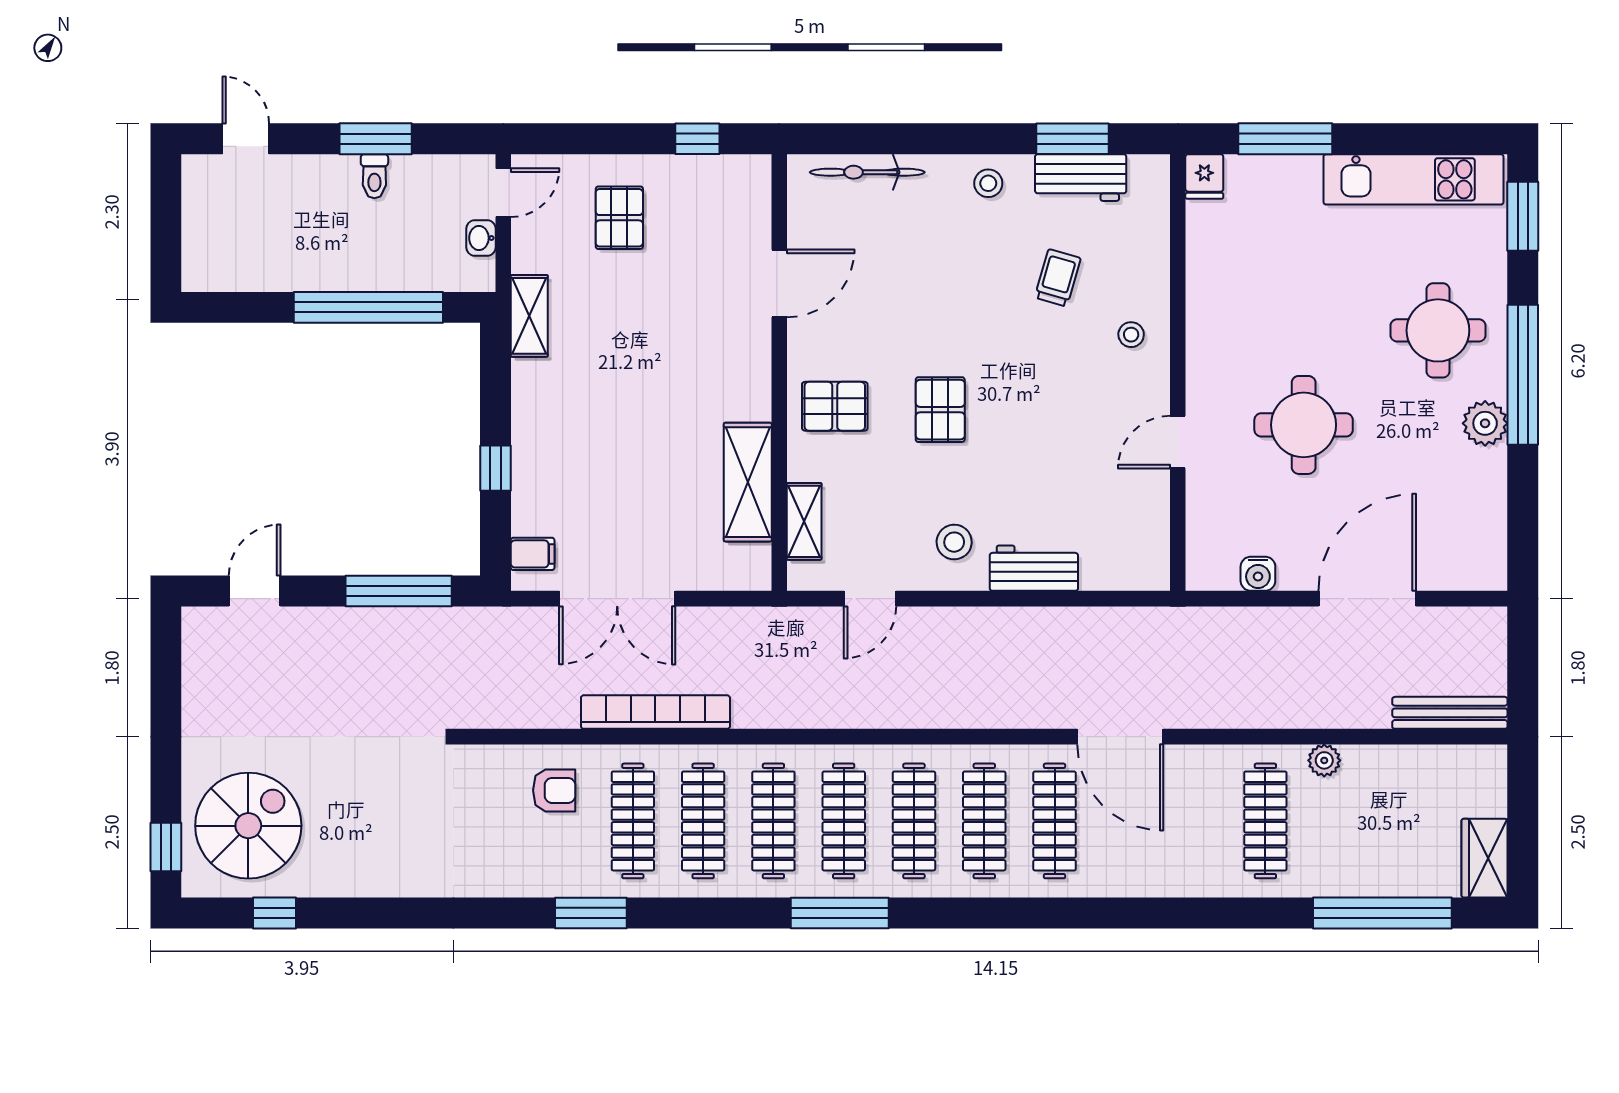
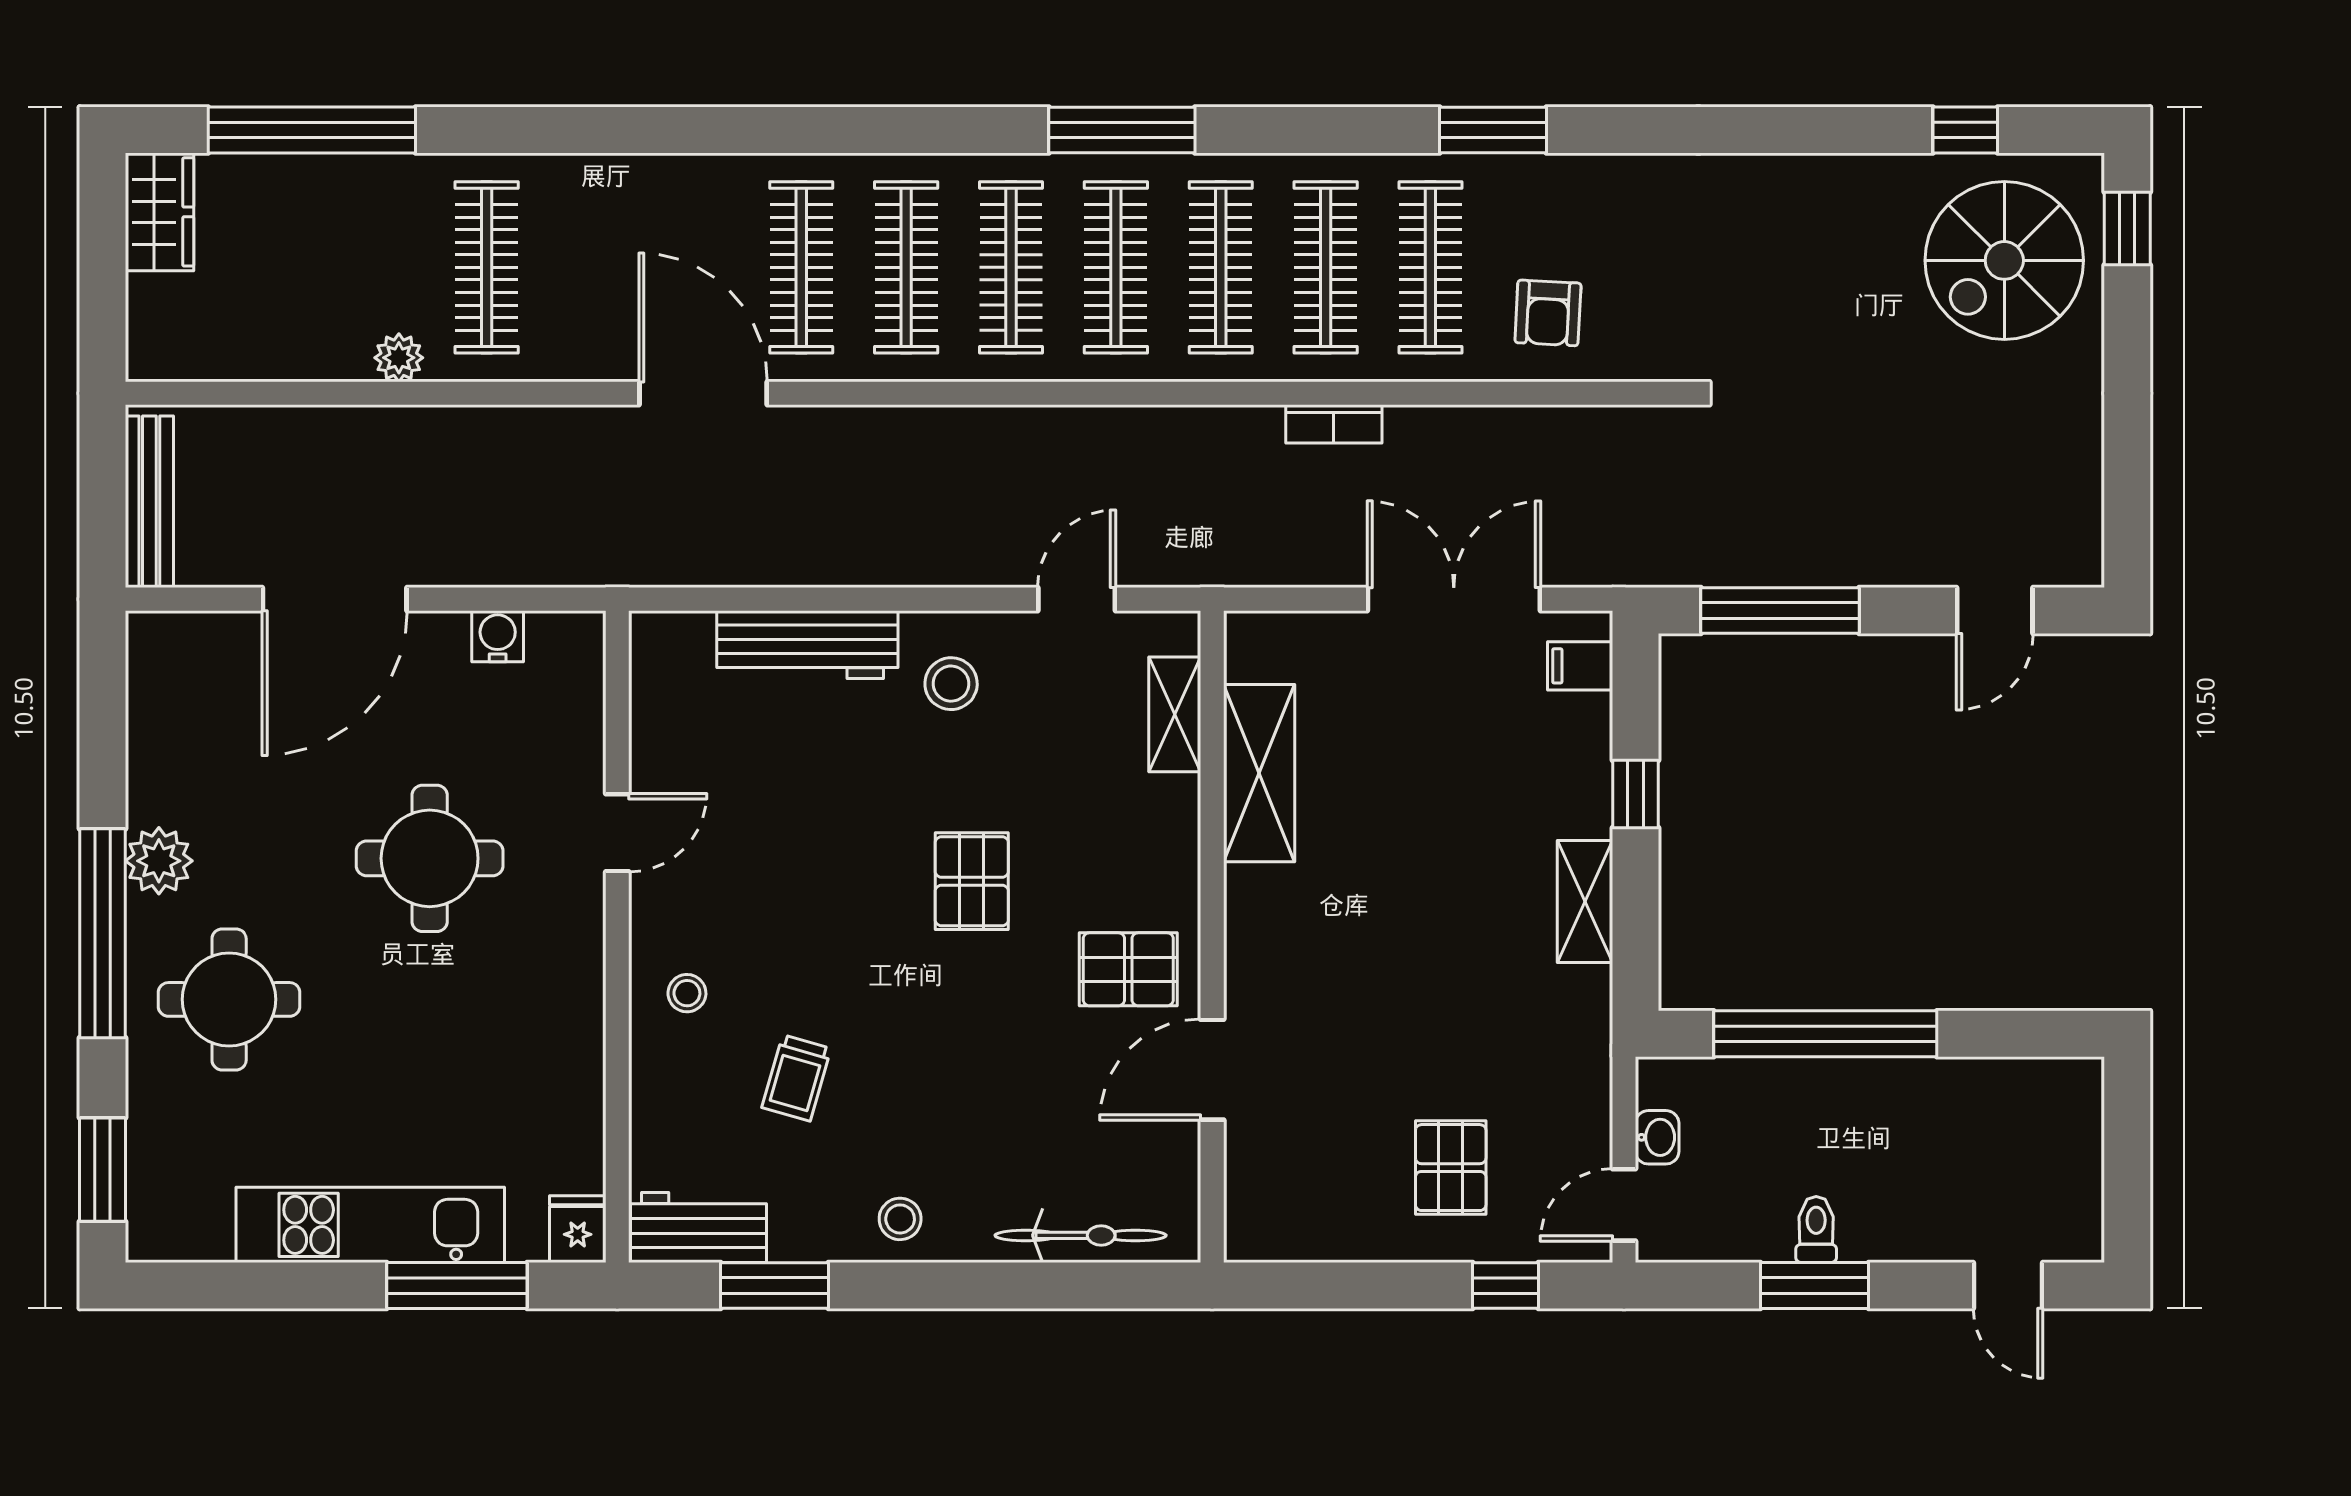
window: (697, 139) -> (1505, 1286), moved
workbench: (1081, 178) -> (699, 1228), moved
kitchen unit: (1413, 179) -> (370, 1225), moved
shelving: (529, 316) -> (1585, 901), moved
pallet: (835, 406) -> (1128, 969), moved
workbench: (1034, 568) -> (807, 645), width x1.37
bookcase: (655, 712) -> (1334, 424), width x0.43, depth x0.76
bench: (1450, 713) -> (149, 502), moved, turned 90
armchair: (554, 790) -> (1548, 313), turned -87

